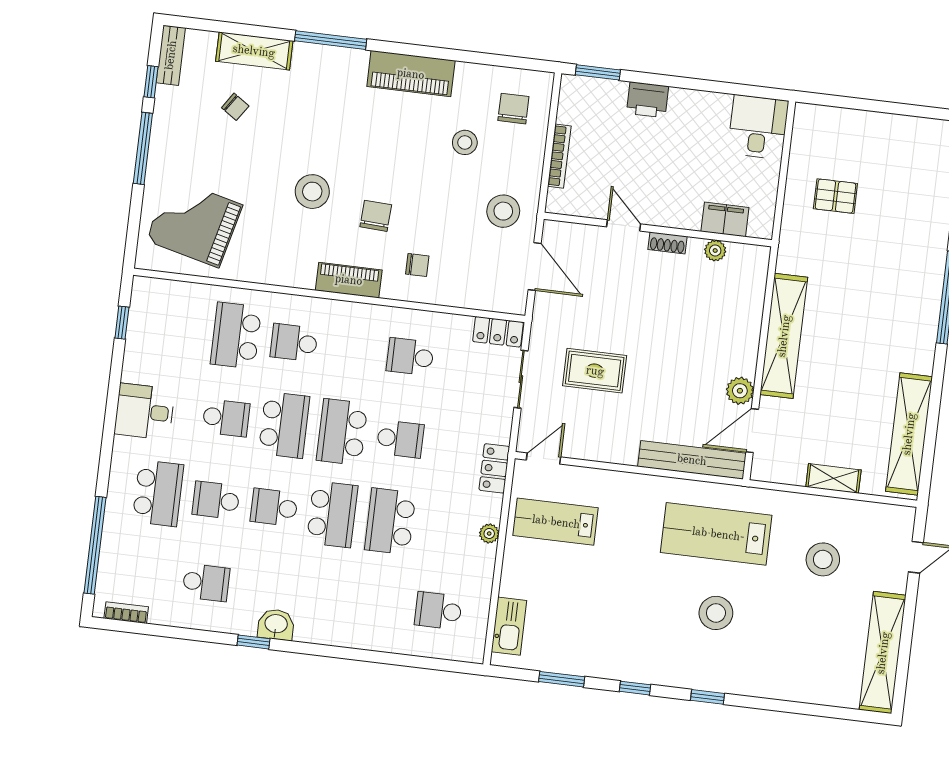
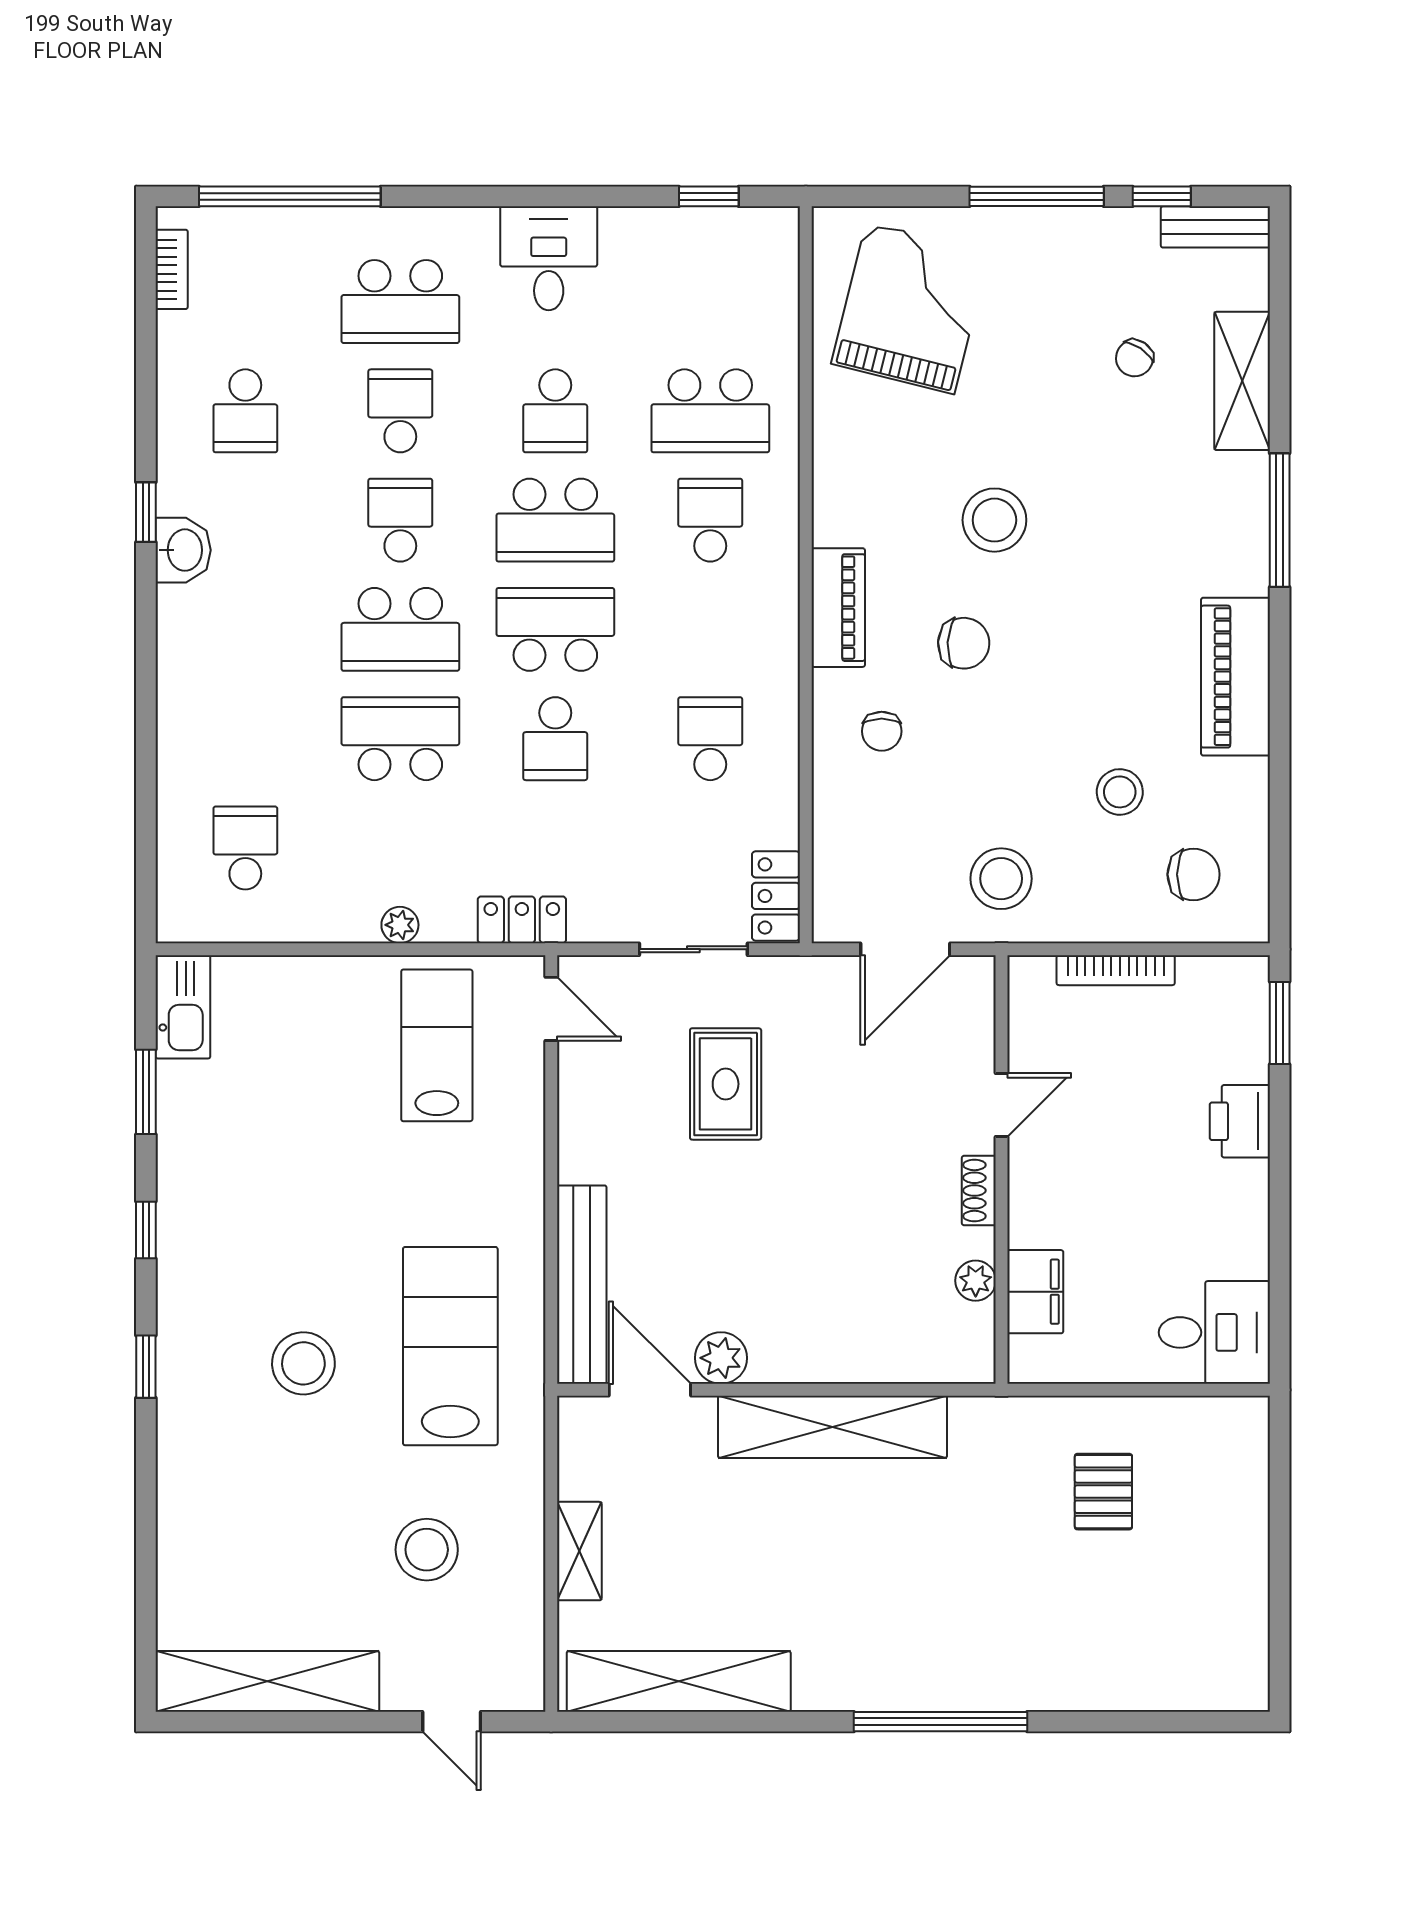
school desk: (236, 336) -> (710, 411), turned 180
kitchen sink: (509, 626) -> (183, 1007), moved, turned -90

